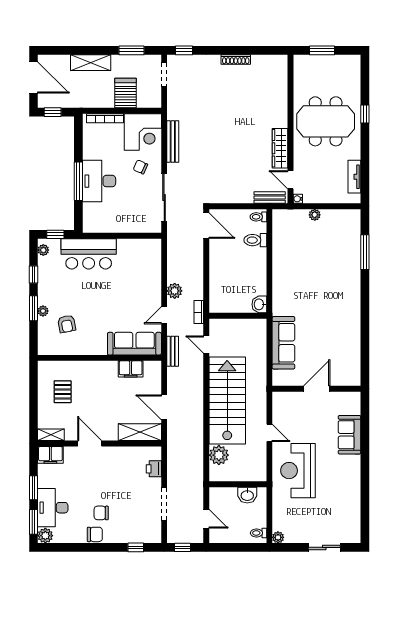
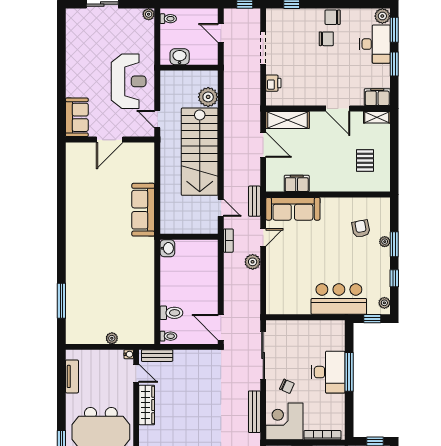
wall: (316, 389) -> (110, 140), moved
door: (317, 389) -> (110, 140), moved

